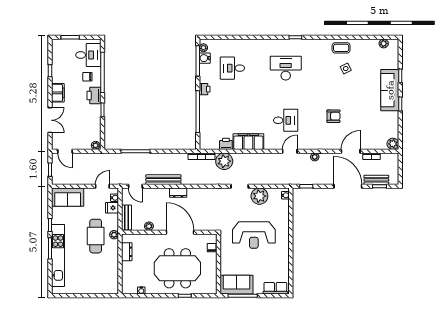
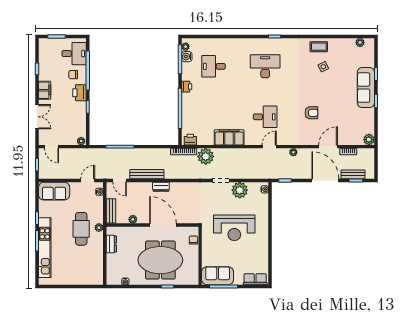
printer: (226, 144) -> (190, 140), moved
fridge: (112, 208) -> (97, 201), removed

